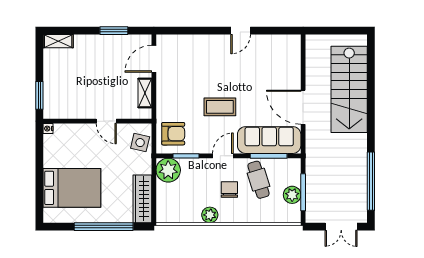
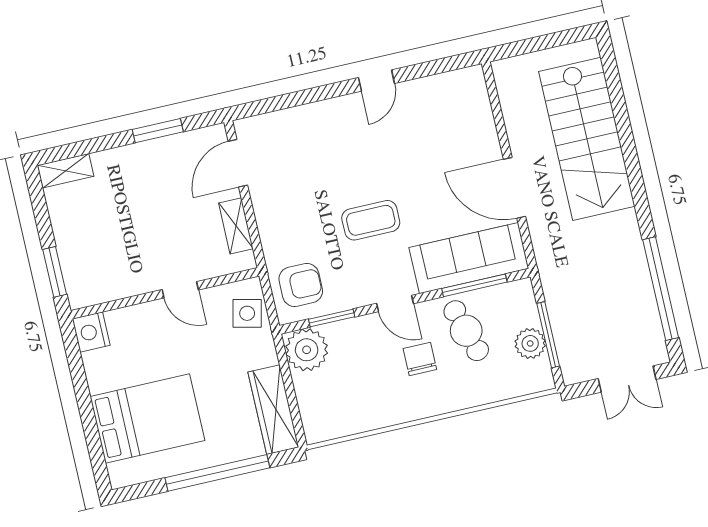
nightstand: (48, 129) -> (91, 332), width x1.89, depth x1.79
door: (223, 156) -> (395, 303), swing flipped
plant: (210, 215) -> (396, 411), removed

